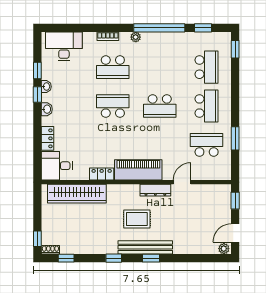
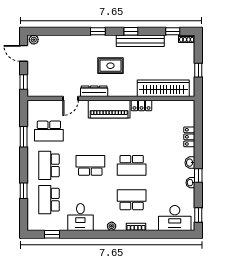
window: (159, 28) -> (91, 234), removed
window: (235, 49) -> (24, 191), moved
window: (37, 71) -> (198, 215), moved
desk: (57, 166) -> (80, 217), moved, turned 90
door: (235, 233) -> (24, 53), swing flipped
window: (37, 239) -> (198, 70), moved
bench: (145, 247) -> (140, 41), moved

